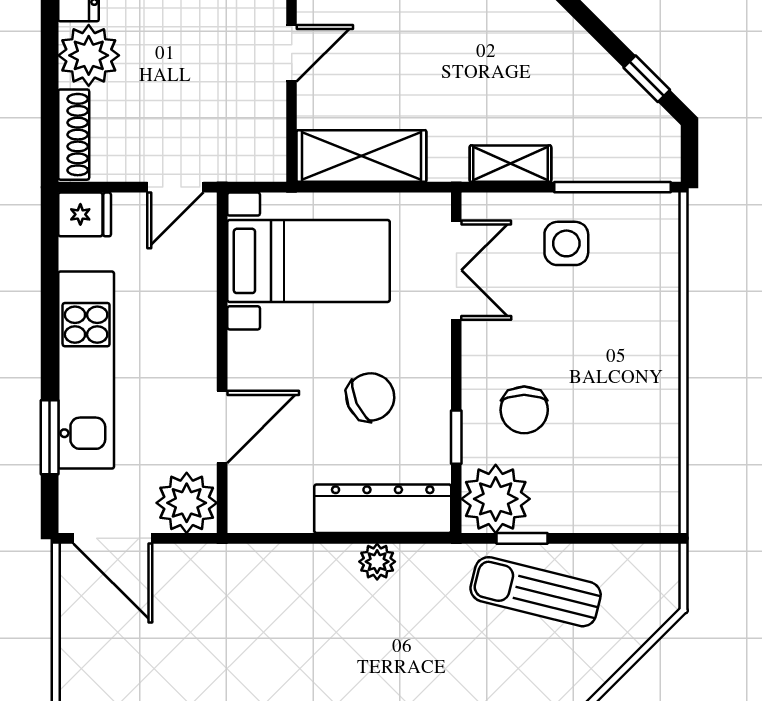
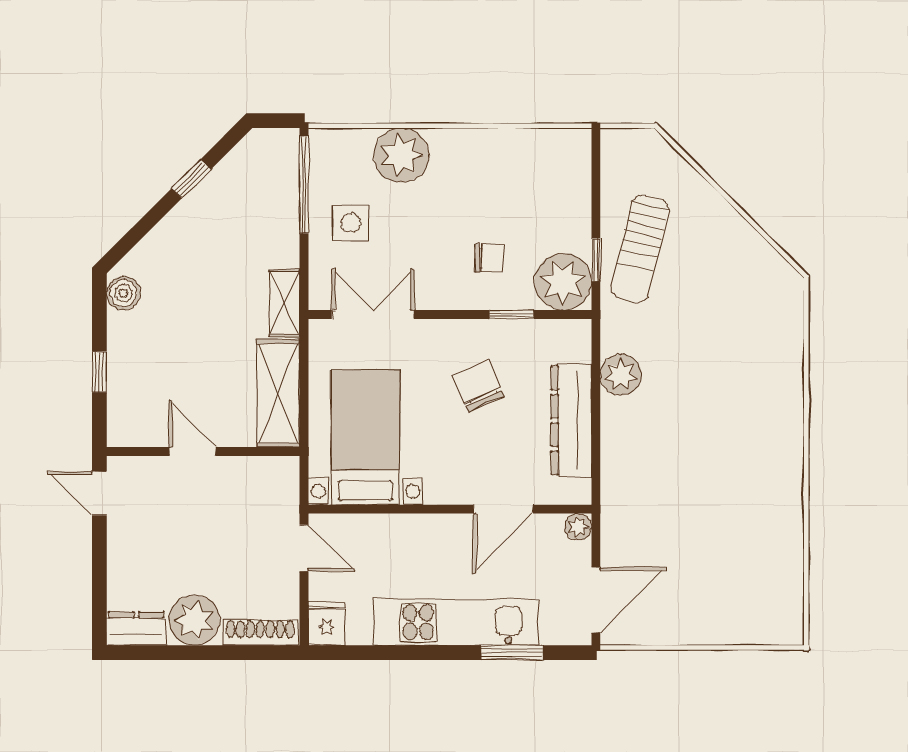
window: (647, 79) -> (191, 179), moved
shelving: (510, 164) -> (284, 303), moved
plant: (648, 304) -> (401, 155), added
chair: (524, 410) -> (489, 258), width x0.73, depth x0.73
door: (222, 427) -> (503, 509), swing flipped
plant: (187, 503) -> (578, 527), width x0.53, depth x0.53
dresser: (383, 509) -> (571, 420), moved
plant: (377, 562) -> (621, 375), width x1.38, depth x1.38

